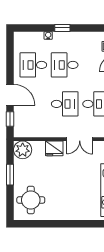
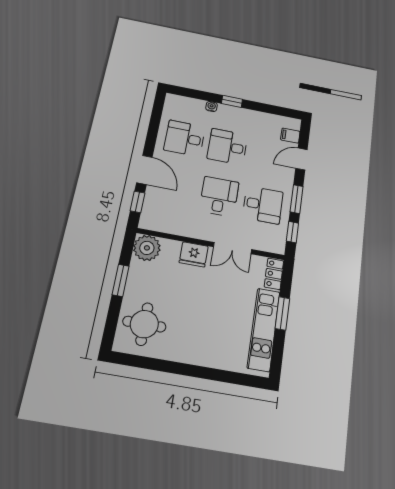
desk: (65, 104) -> (219, 197), turned -90

